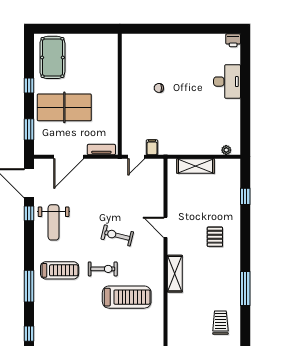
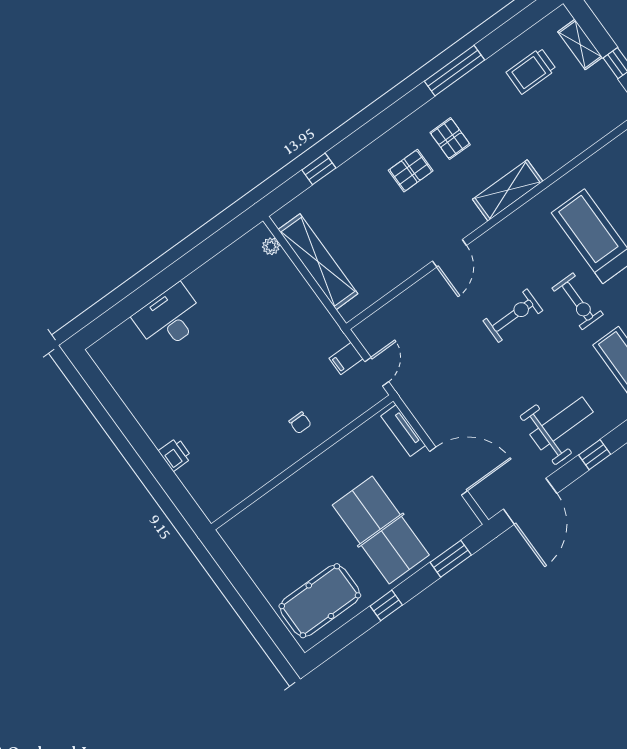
printer: (233, 40) -> (175, 454), moved
chair: (159, 88) -> (300, 423), moved
door: (136, 157) -> (377, 372), hinge flipped
shelving: (196, 166) -> (318, 262), width x1.47
window: (29, 213) -> (595, 455), moved
exercise bike: (117, 235) -> (513, 316), turned -104
pallet: (216, 265) -> (450, 139), added
exercise bike: (103, 269) -> (578, 301), turned 180

